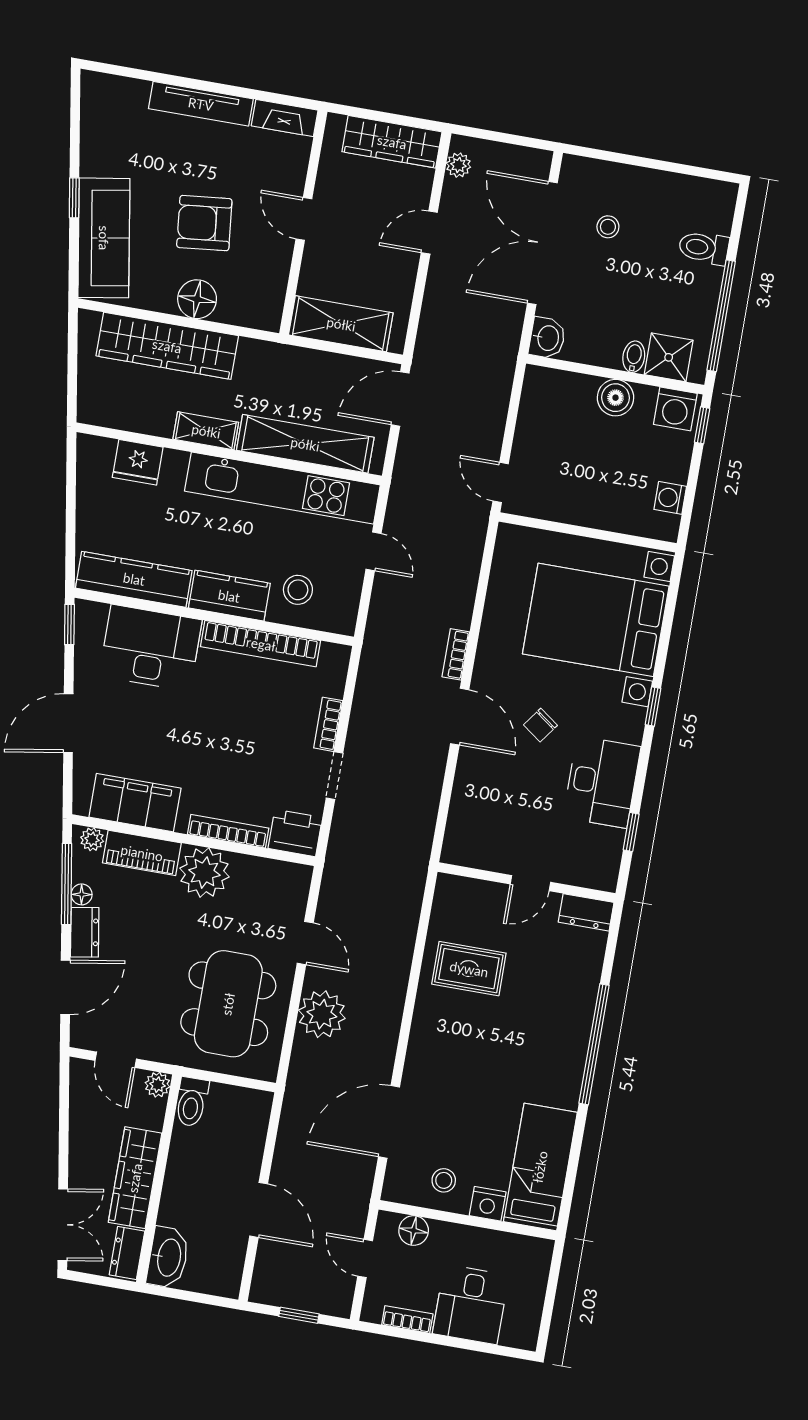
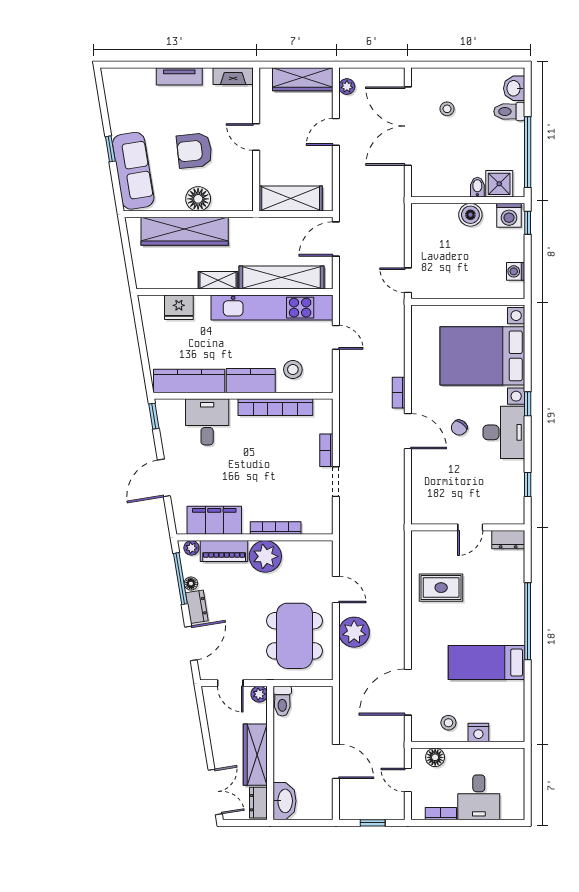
tv unit: (201, 104) -> (179, 76), width x0.71
washbasin: (547, 338) -> (514, 88), moved, turned 180
desk: (150, 648) -> (207, 422), width x0.73
desk: (602, 782) -> (504, 432), moved
printer: (295, 833) -> (318, 522), removed
bed: (540, 1167) -> (486, 663), moved, turned -90

